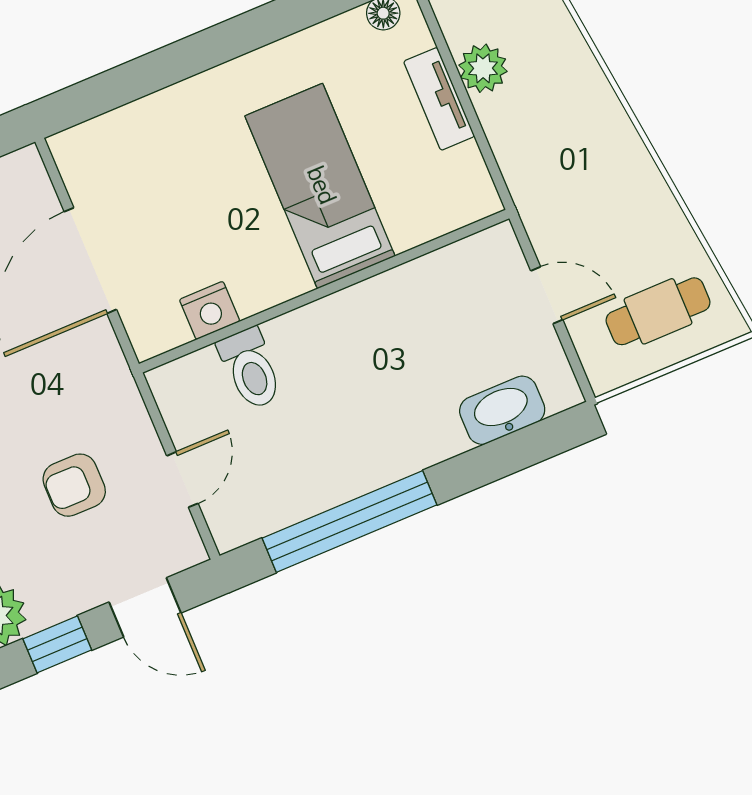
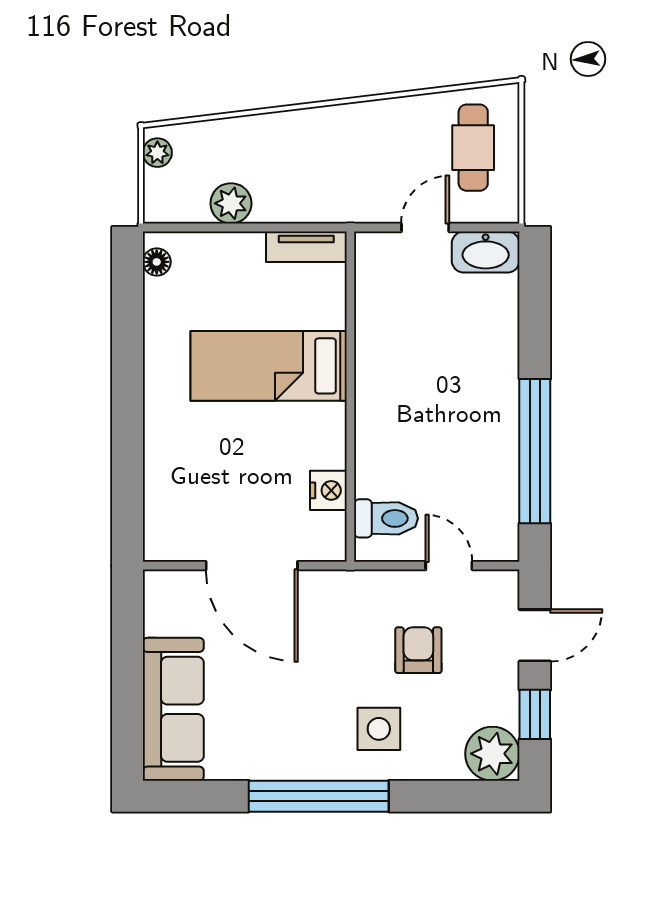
tv unit: (439, 99) -> (306, 247), moved
toilet: (250, 369) -> (386, 518), moved
washbasin: (502, 410) -> (486, 252), moved, turned -90
armchair: (74, 485) -> (418, 650), turned 180

